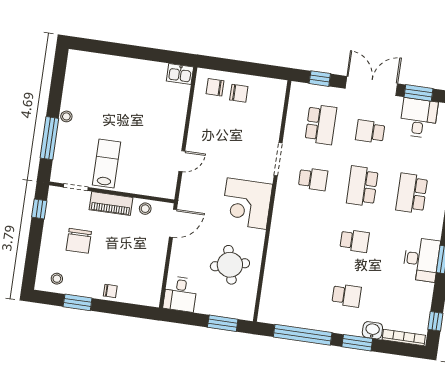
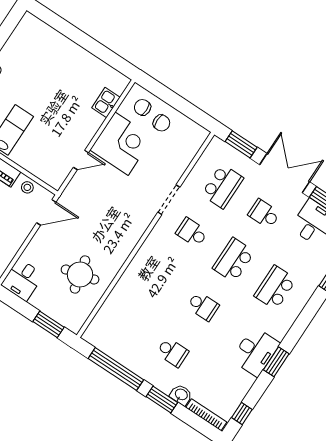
kitchen sink: (180, 74) -> (106, 102), moved, turned 90
window: (320, 79) -> (241, 144), width x1.50
school desk: (313, 179) -> (192, 232), turned 180
corner desk: (247, 204) -> (122, 144), moved, turned 180

